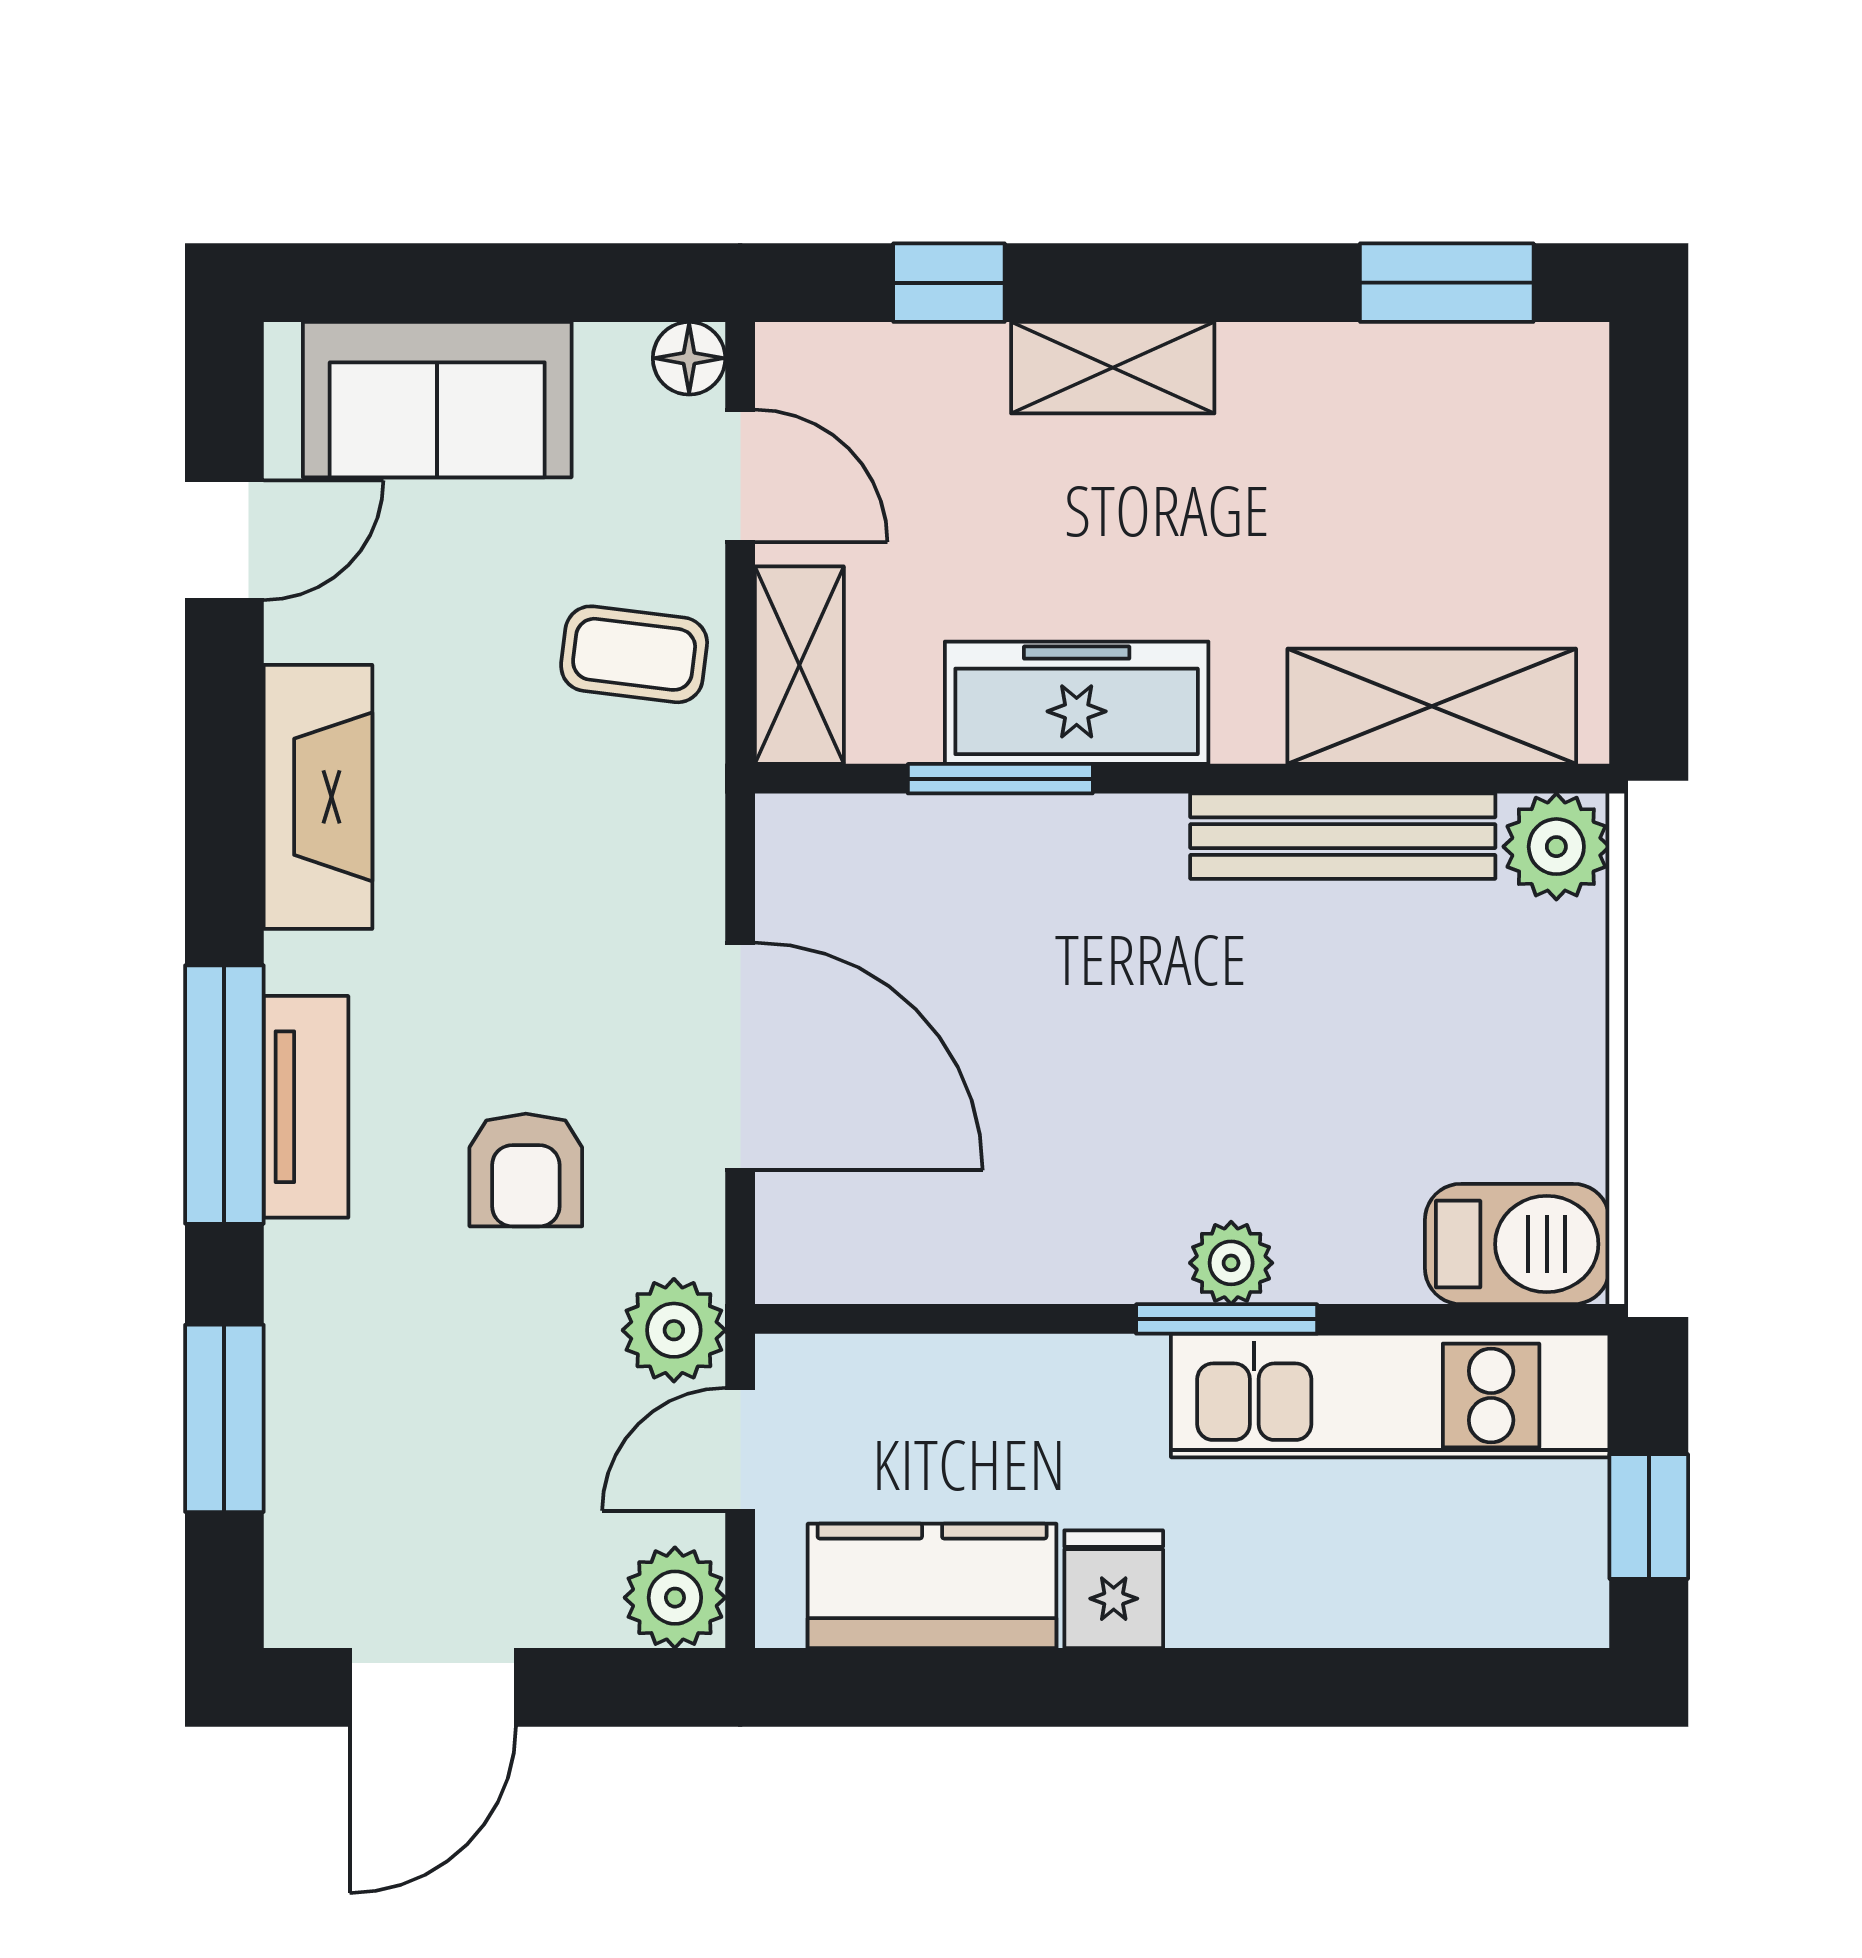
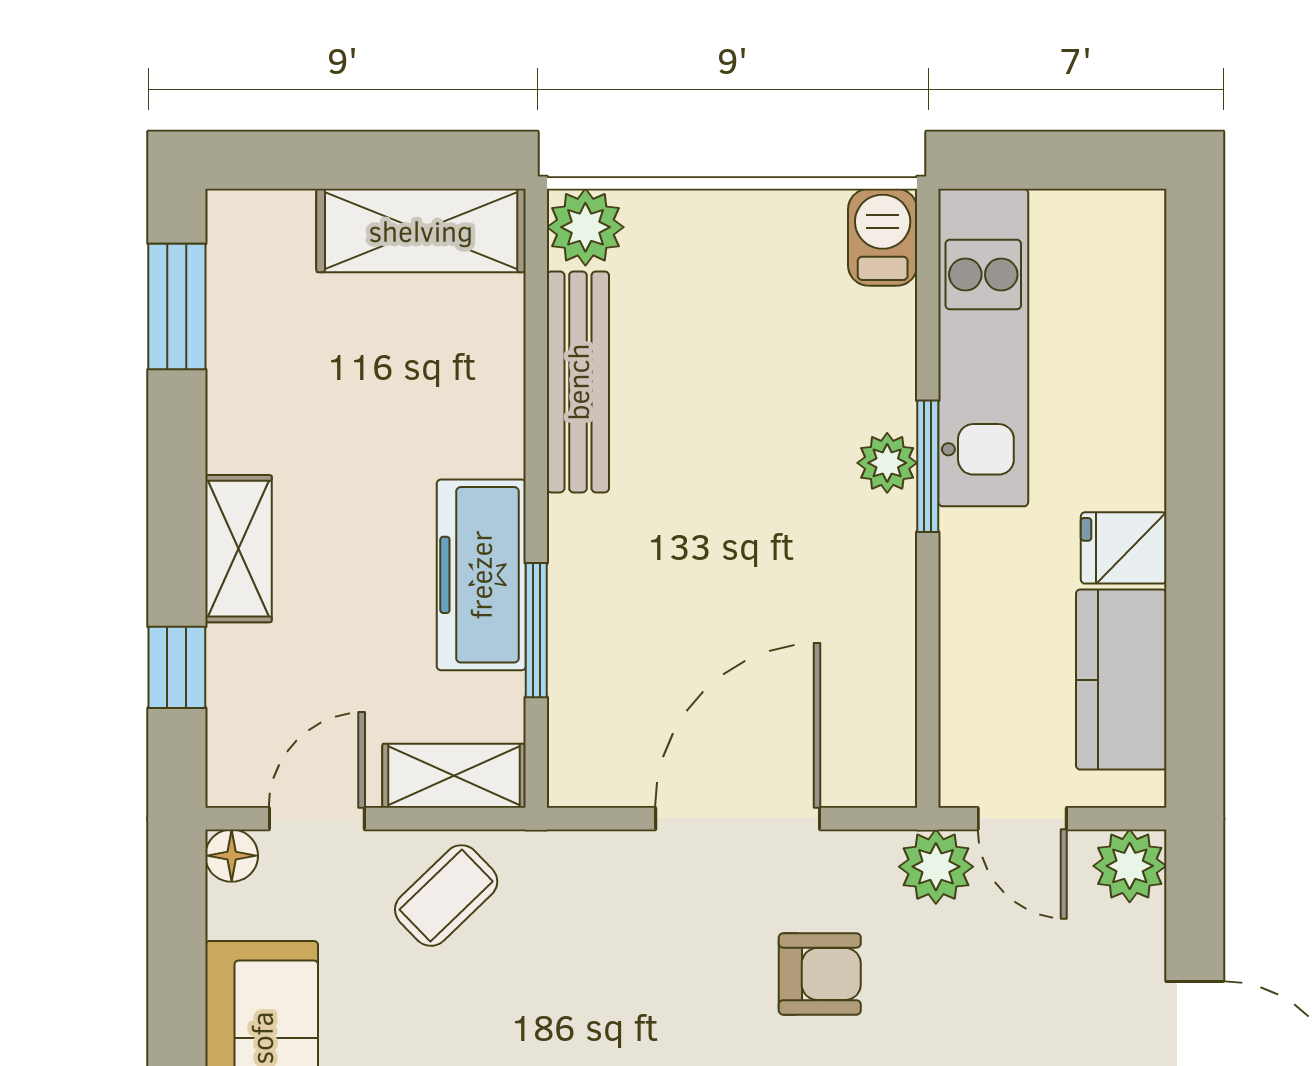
coffee table: (634, 654) -> (446, 896), turned 39
shelving: (1432, 706) -> (421, 231), moved, turned 90
barbecue: (1517, 1244) -> (883, 237), width x0.73, depth x0.79
window: (1649, 1516) -> (1071, 160), removed

